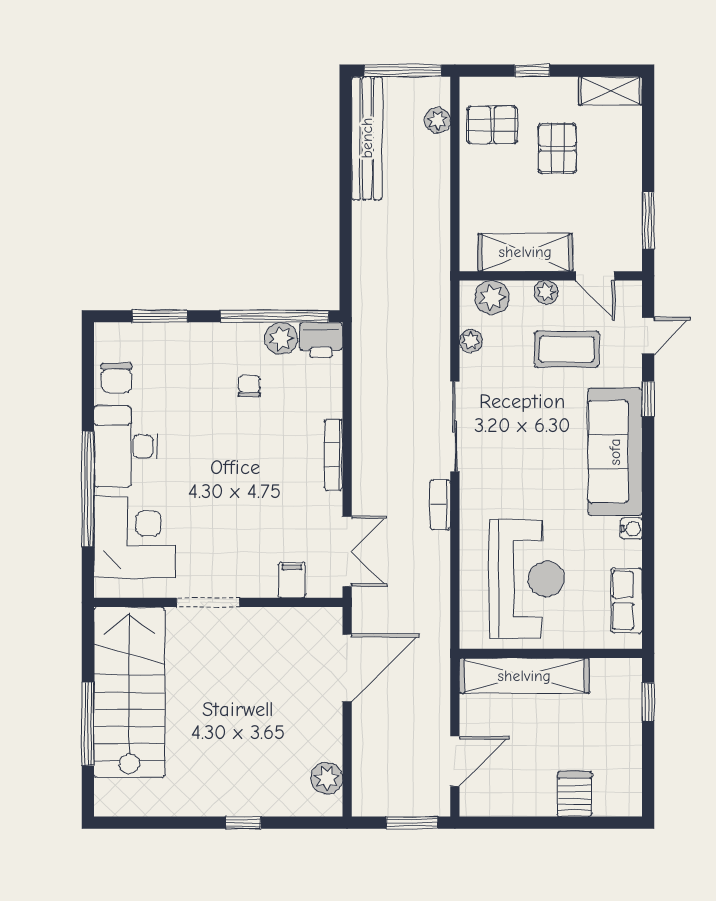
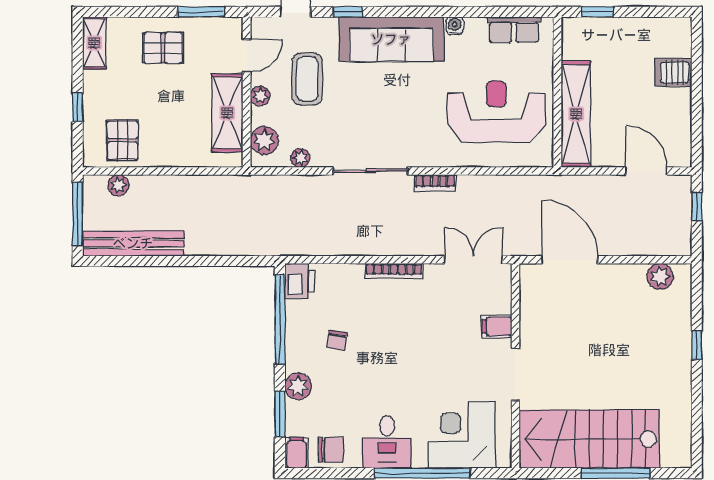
pallet: (557, 148) -> (163, 48), moved
filing cabinet: (113, 336) -> (296, 453), added
plant: (281, 338) -> (298, 386), moved
chair: (249, 386) -> (337, 340), turned -81
desk: (126, 446) -> (387, 442), width x0.73
filing cabinet: (292, 580) -> (497, 326), moved
window: (412, 823) -> (697, 206), width x0.67

